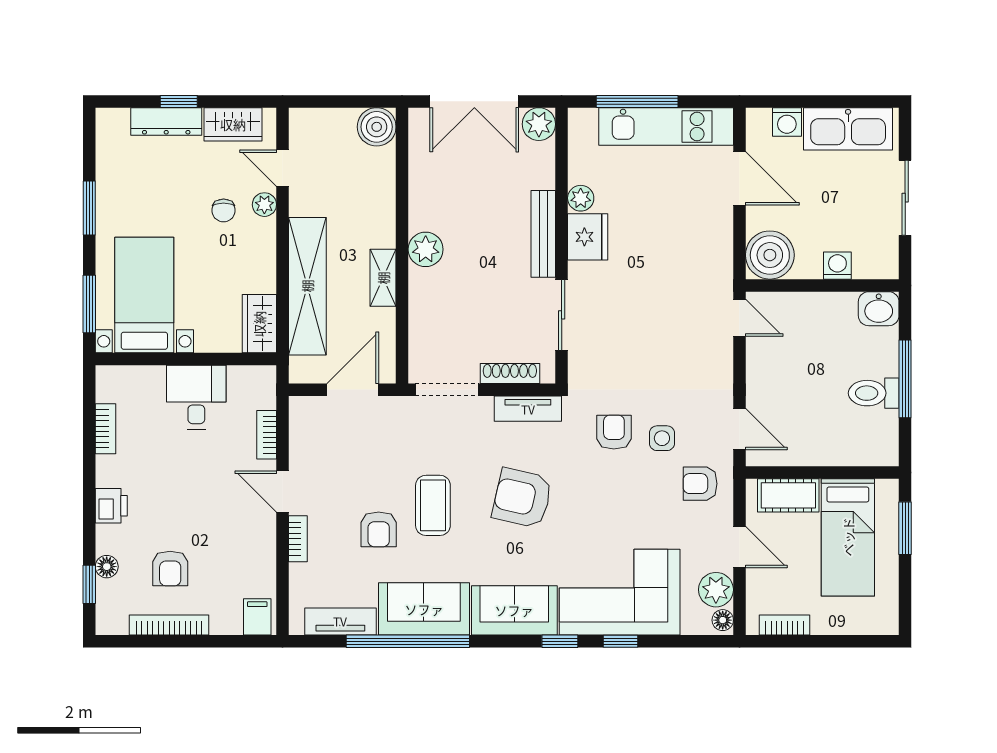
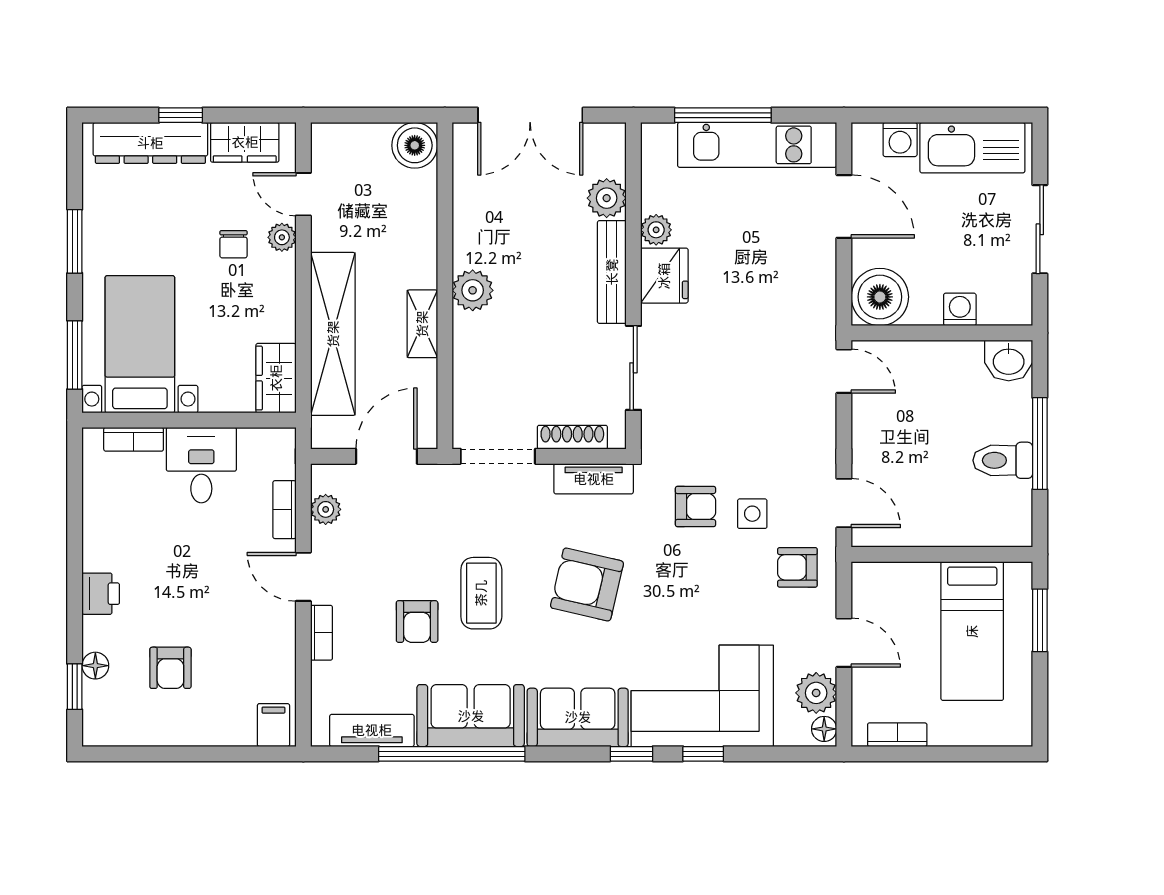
dresser: (166, 121) -> (150, 143), width x1.37, depth x1.24
plant: (539, 124) -> (607, 198), moved
bookcase: (105, 429) -> (134, 439), moved, turned 90
armchair: (614, 432) -> (695, 506), turned 90
plant: (301, 435) -> (326, 509), added
cot: (788, 495) -> (902, 581), removed
bookcase: (169, 625) -> (169, 735), removed

